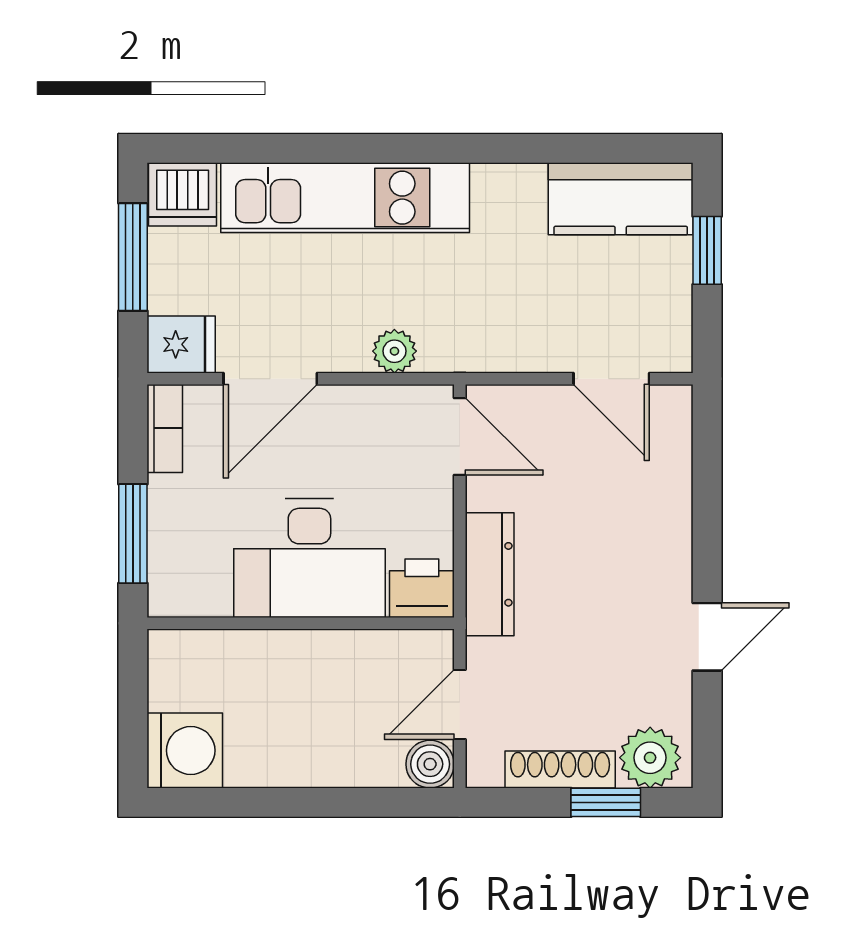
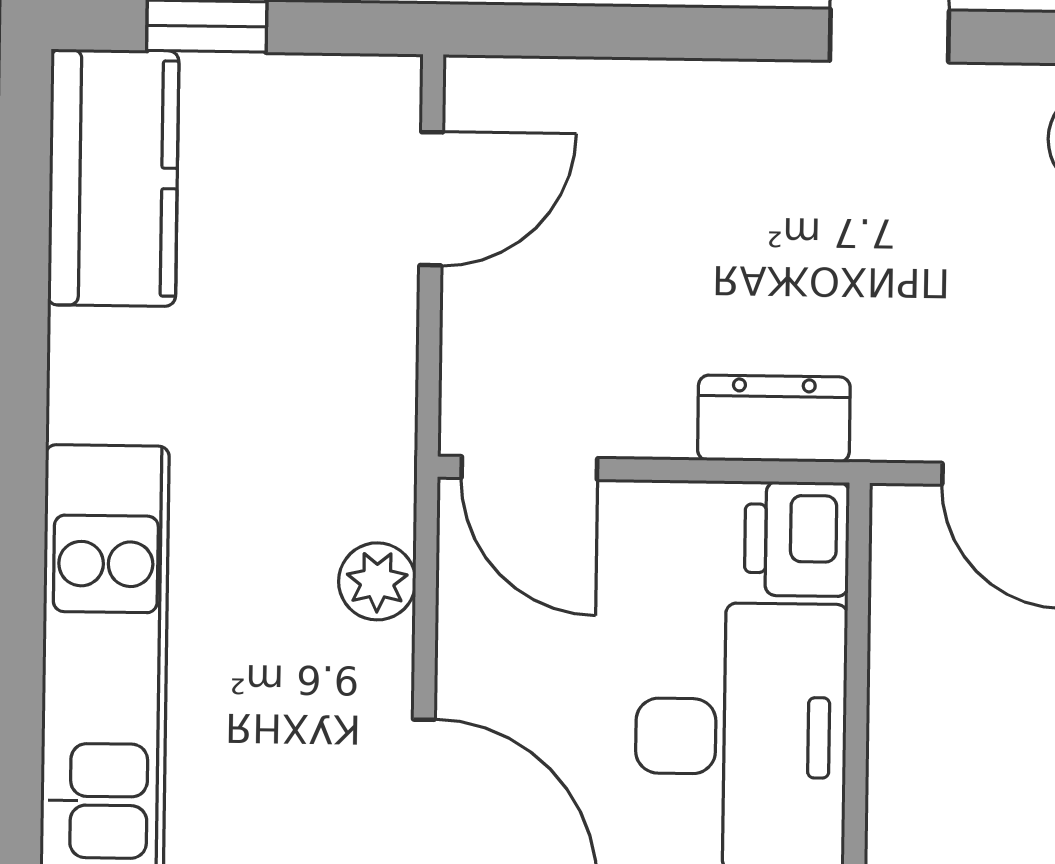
door: (460, 436) -> (529, 468), swing flipped
dresser: (490, 574) -> (774, 419), width x0.70

